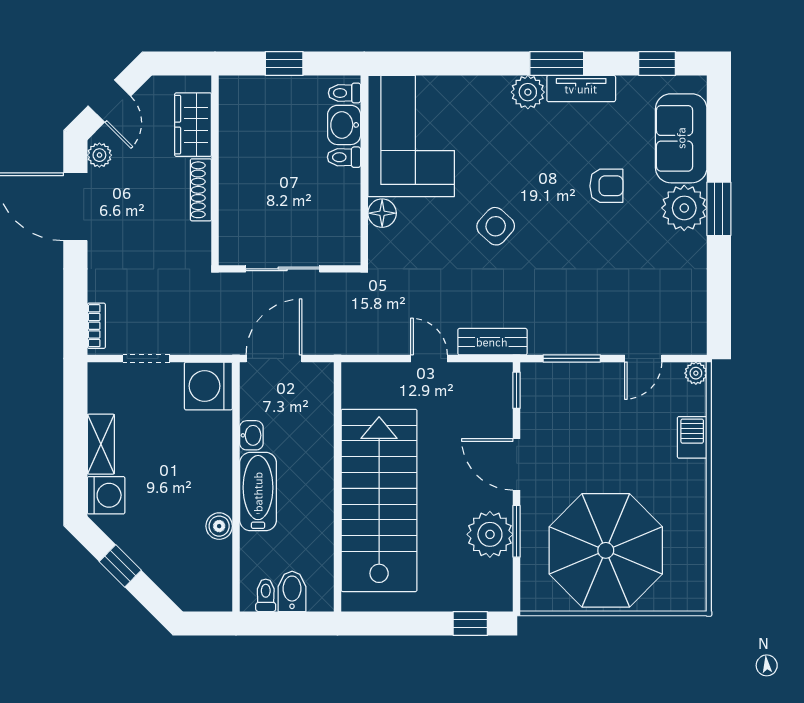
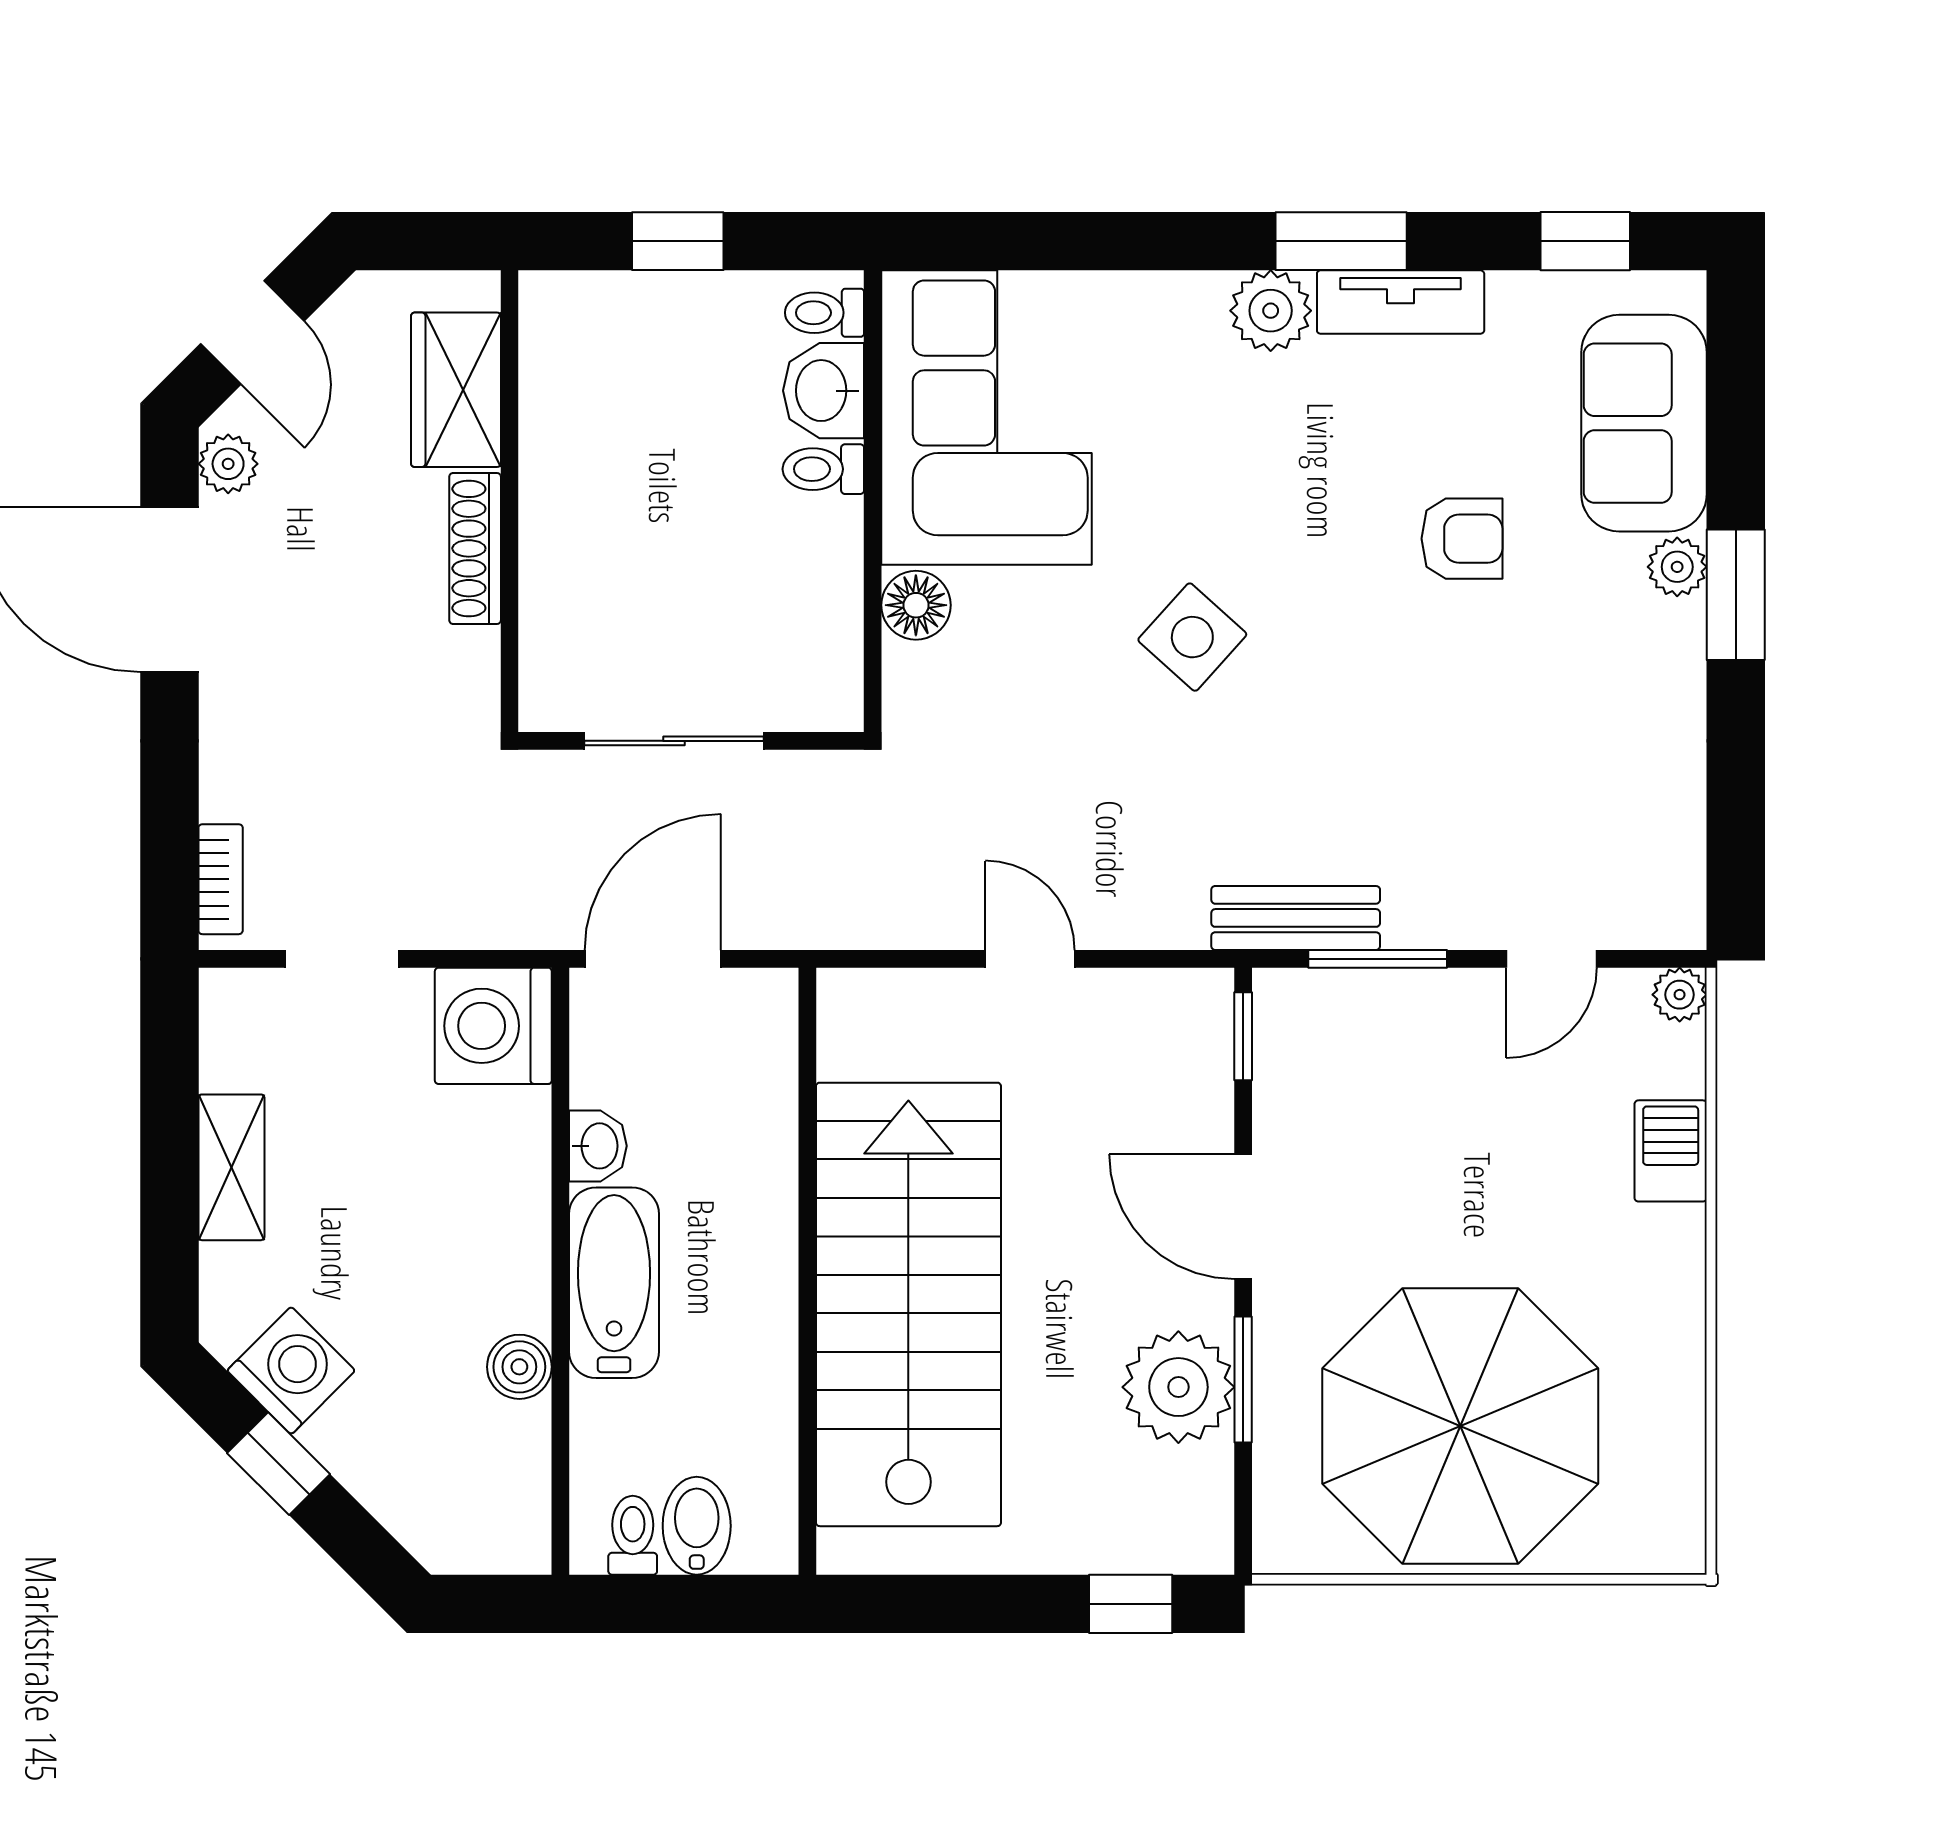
plant: (684, 208) -> (1677, 567), width x0.53, depth x0.53
bench: (492, 342) -> (1296, 918), moved
washing machine: (106, 495) -> (291, 1371), moved, turned -45

